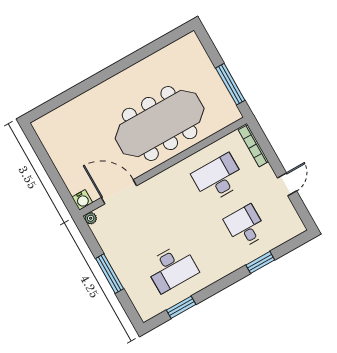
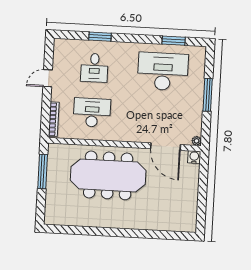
desk: (218, 178) -> (92, 113), turned 180
desk: (172, 268) -> (163, 71), width x1.36, depth x1.30

